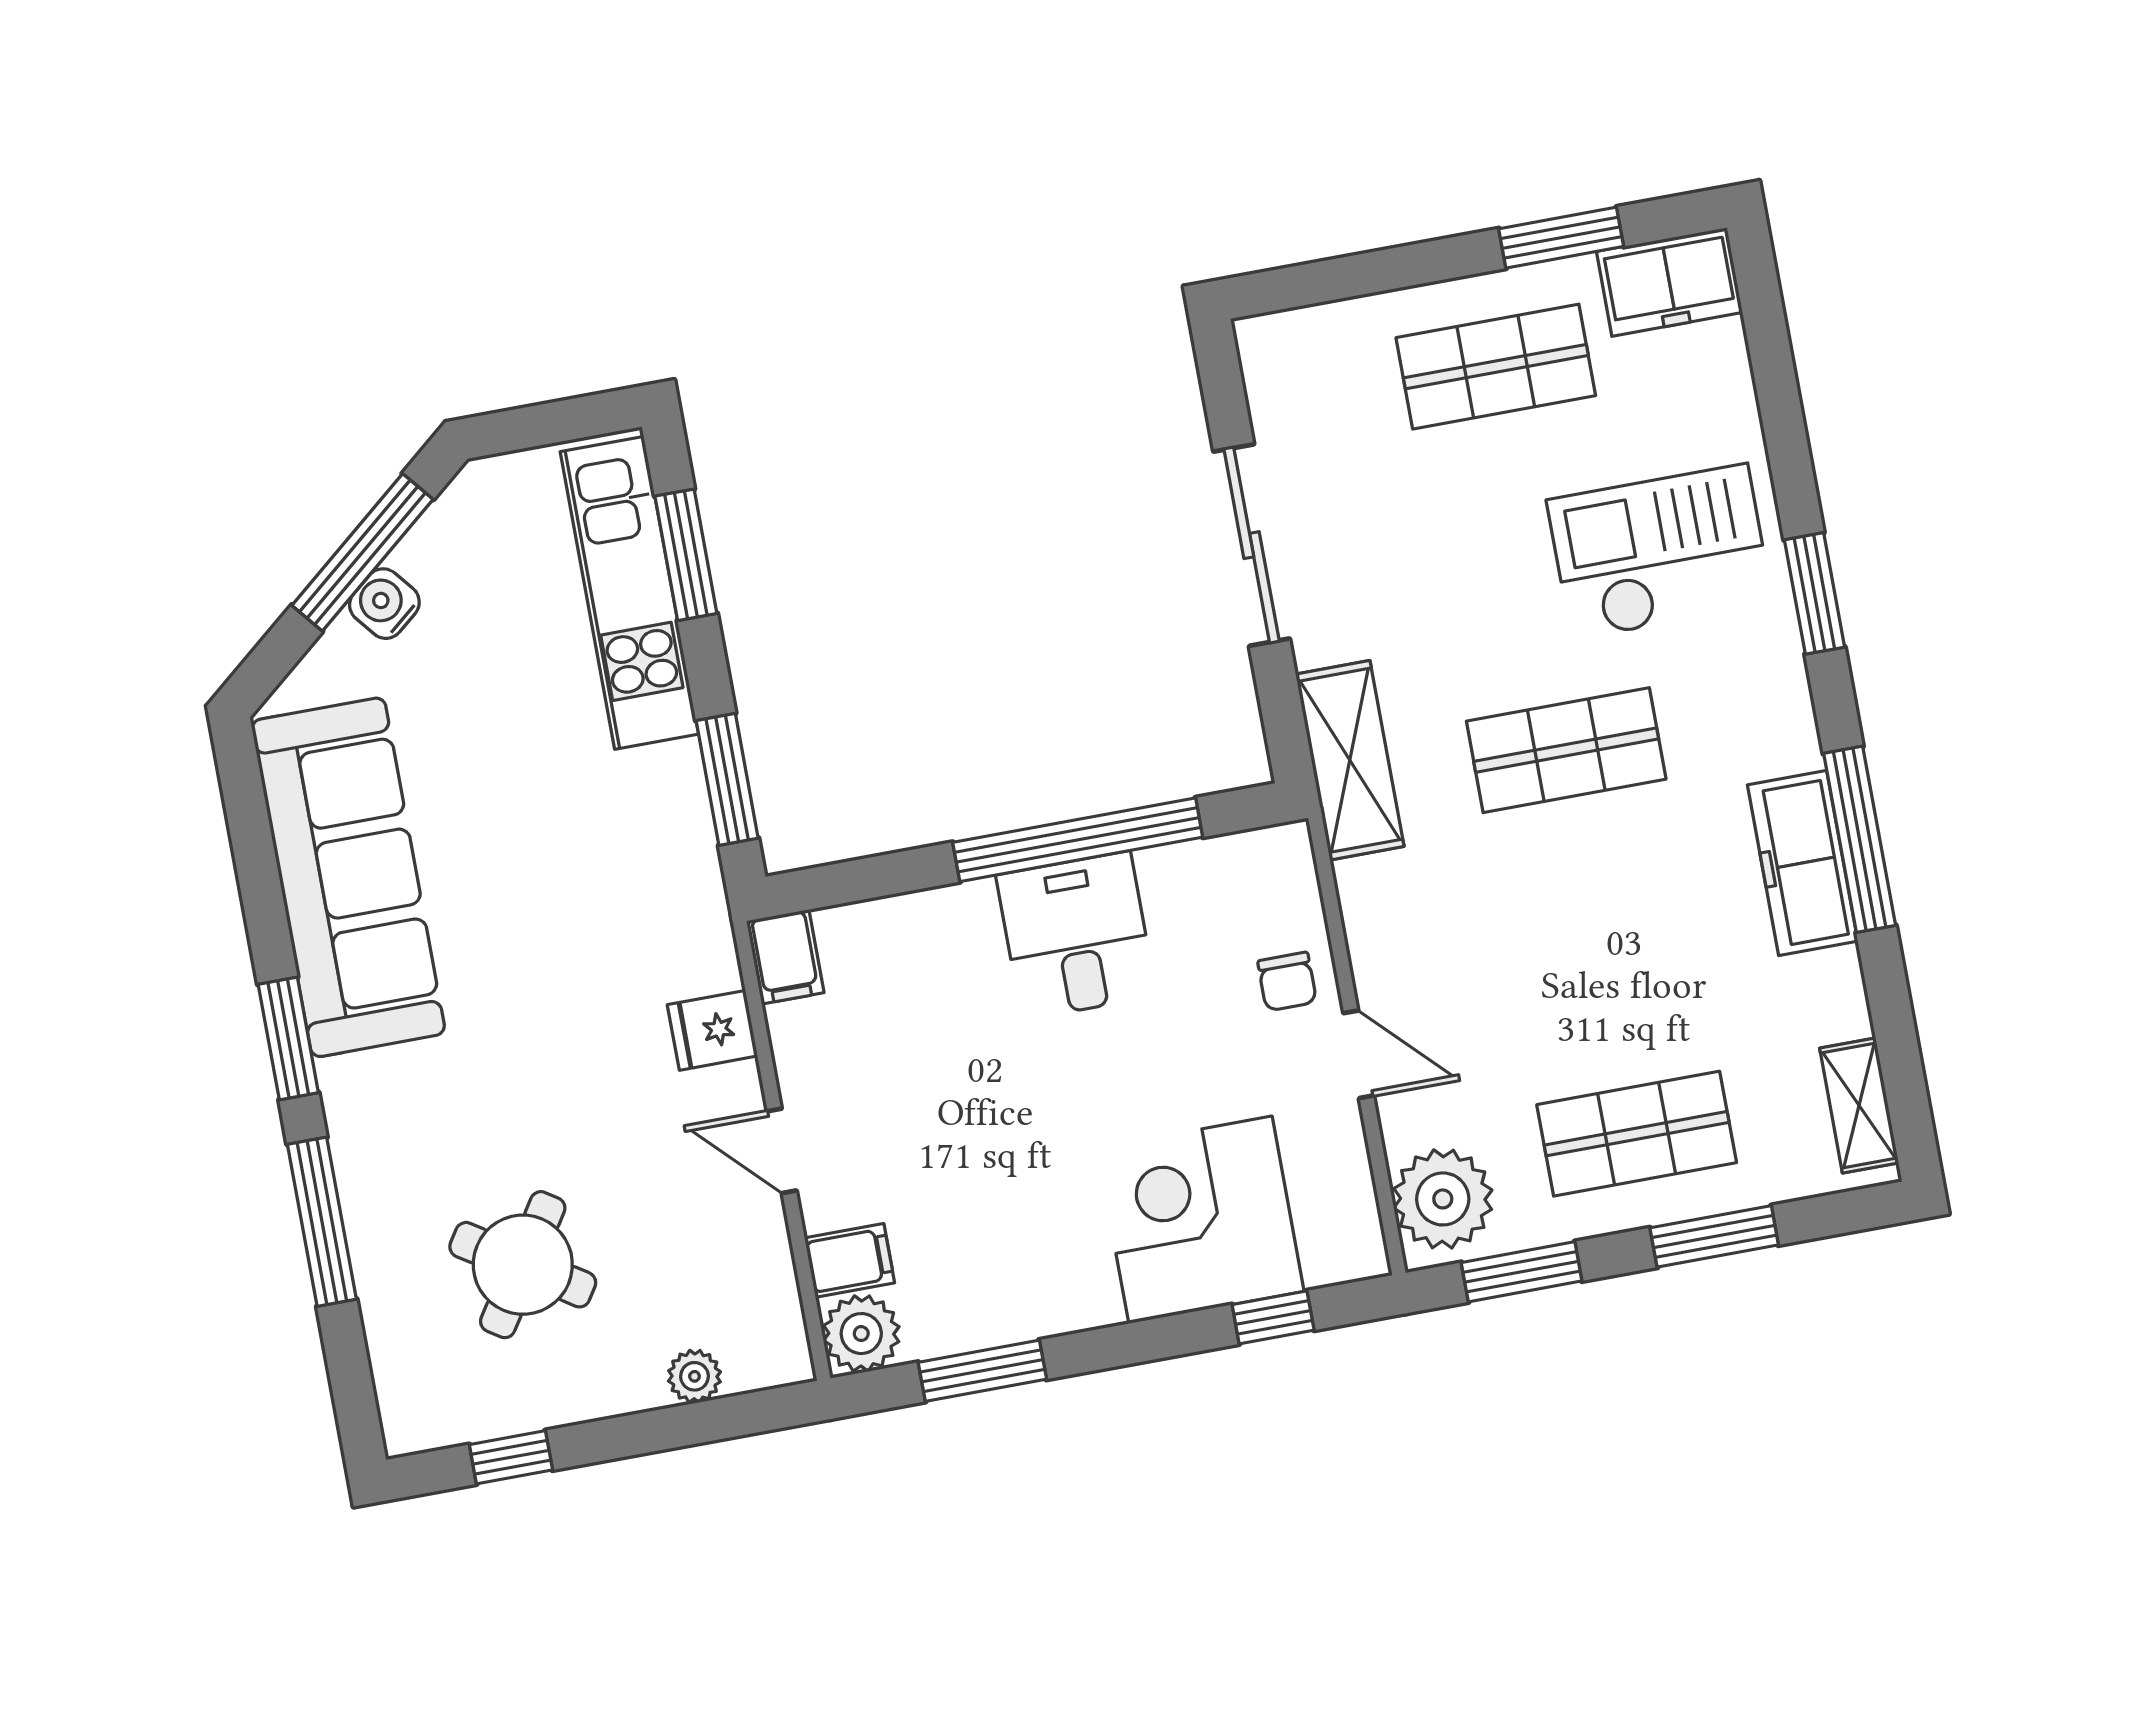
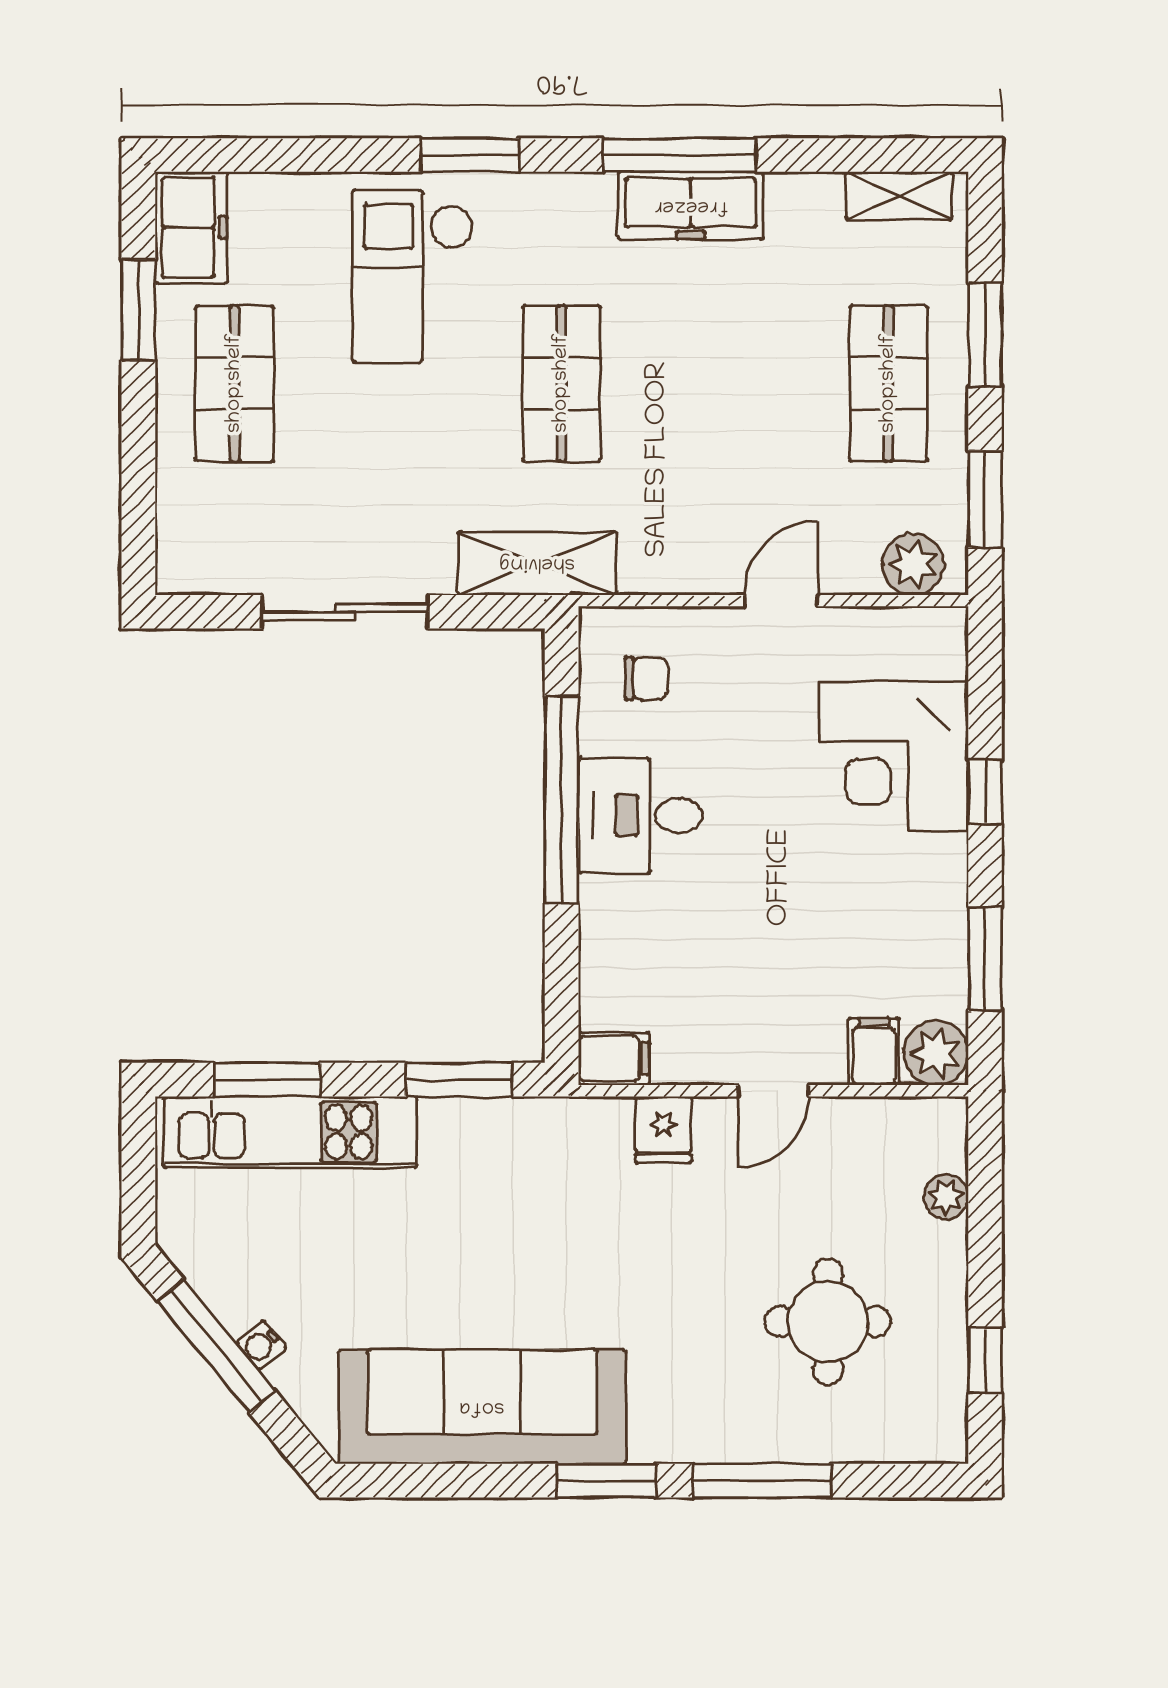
water cooler: (384, 604) -> (261, 1345), width x0.72, depth x0.72
chair: (1287, 981) -> (646, 679), moved
plant: (1443, 1199) -> (913, 564), width x0.73, depth x0.73
round table: (523, 1265) -> (828, 1322), turned -33
window: (1273, 1317) -> (985, 792), moved

